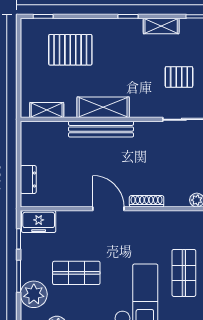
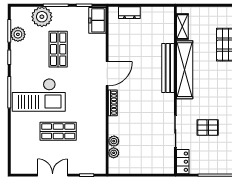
pallet: (179, 77) -> (208, 128), turned 90
shelving: (103, 107) -> (185, 70), width x1.47

